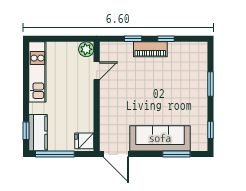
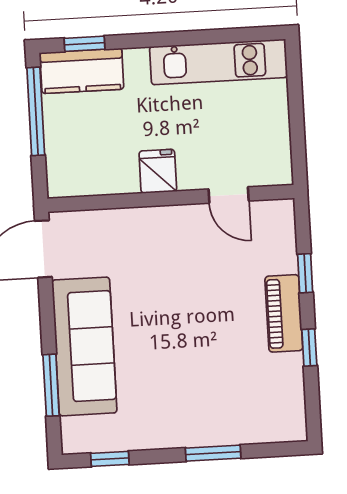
plant: (86, 49) -> (276, 169), removed
fridge: (84, 141) -> (158, 171), moved

